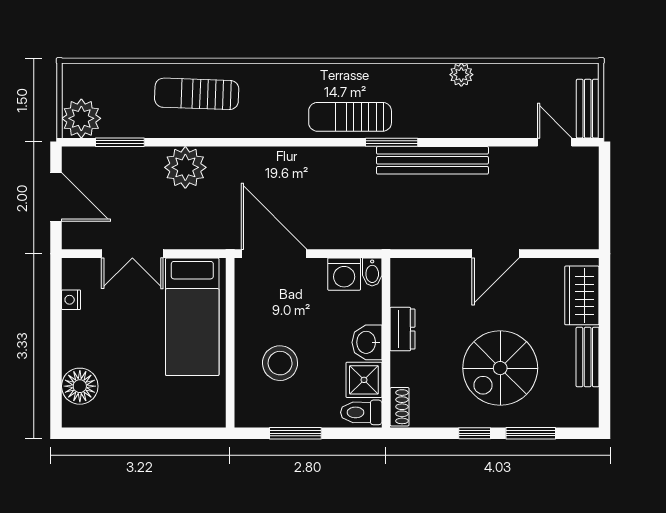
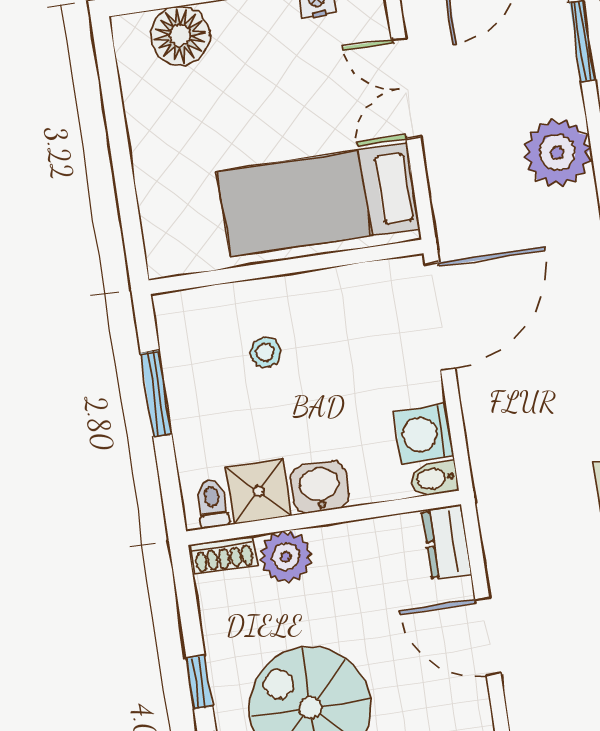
door: (496, 254) -> (488, 636), moved
dresser: (402, 329) -> (447, 542), moved, turned 90
stool: (280, 363) -> (265, 352), width x0.53, depth x0.53
plant: (406, 369) -> (286, 557), added
toilet: (361, 412) -> (212, 503), width x0.73, depth x0.72

